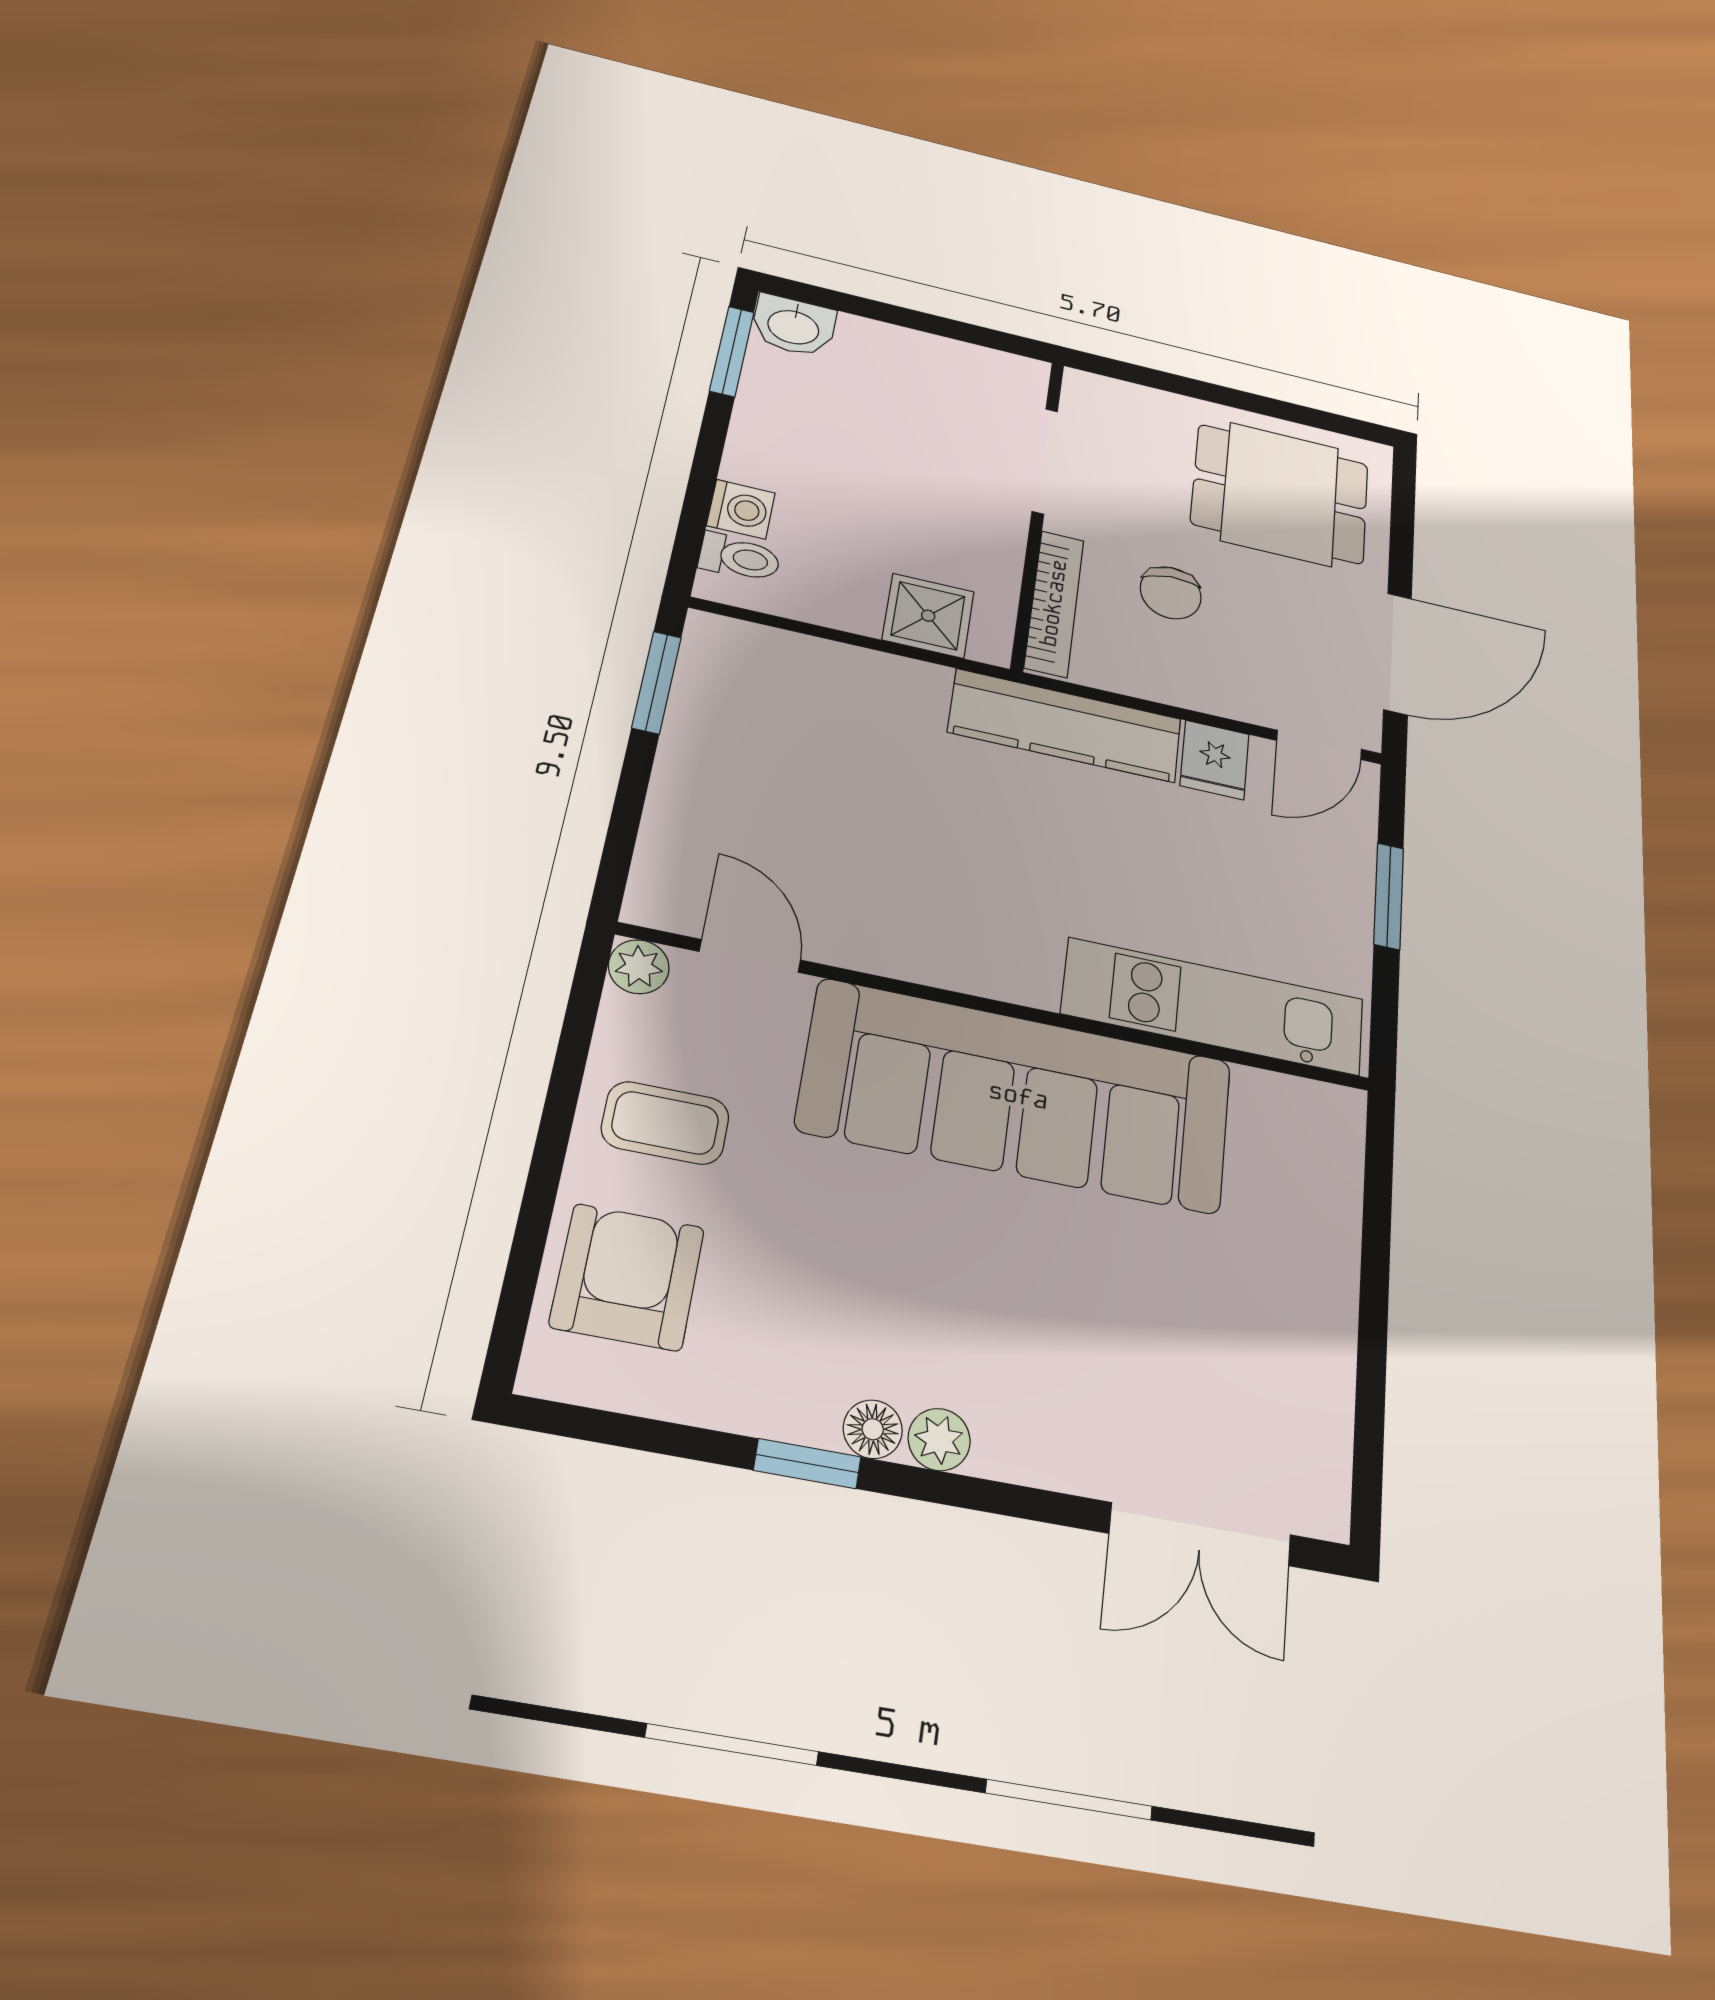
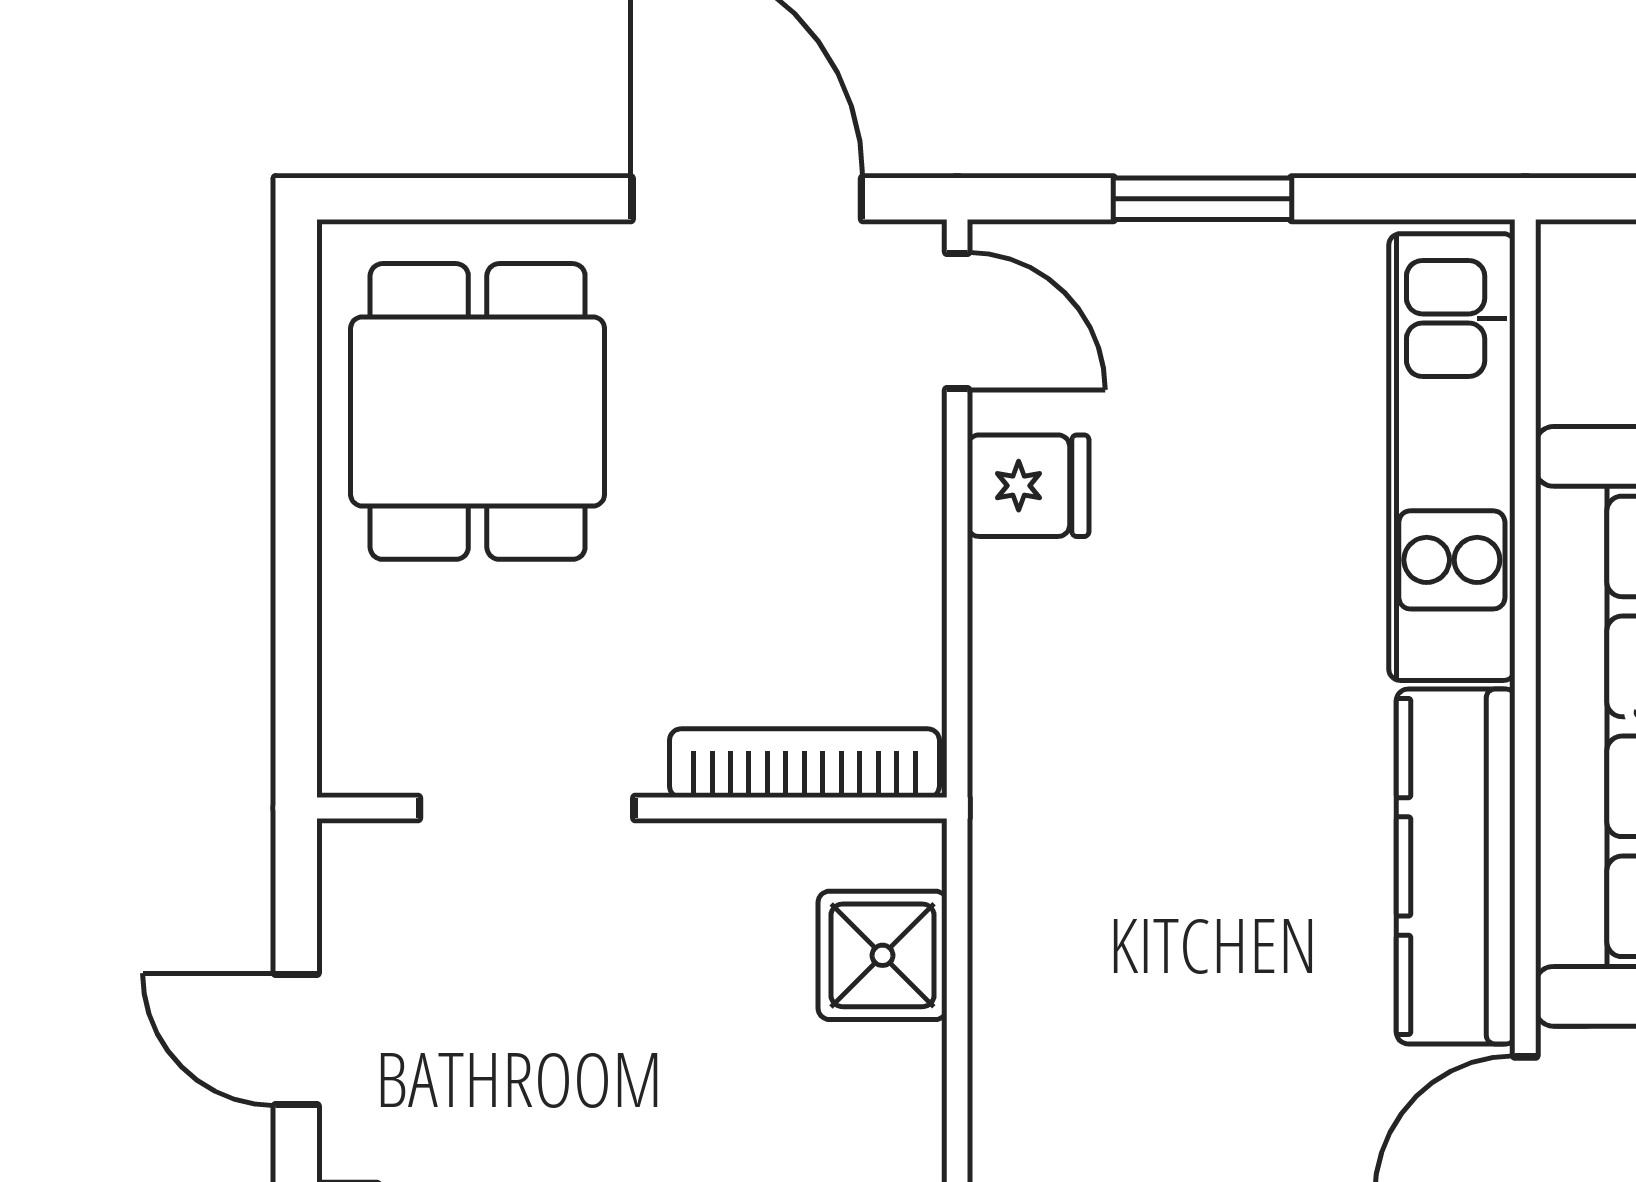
door: (924, 322) -> (296, 1039), added
chair: (1171, 593) -> (732, 579), removed
kitchen counter: (1065, 725) -> (1456, 866), moved, turned 180

